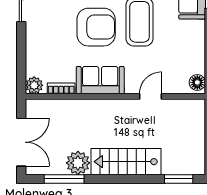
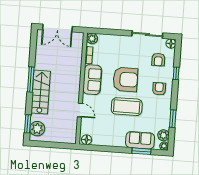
armchair: (96, 27) -> (125, 79), turned -90
plant: (78, 163) -> (37, 129), moved
window: (64, 179) -> (31, 80), moved

